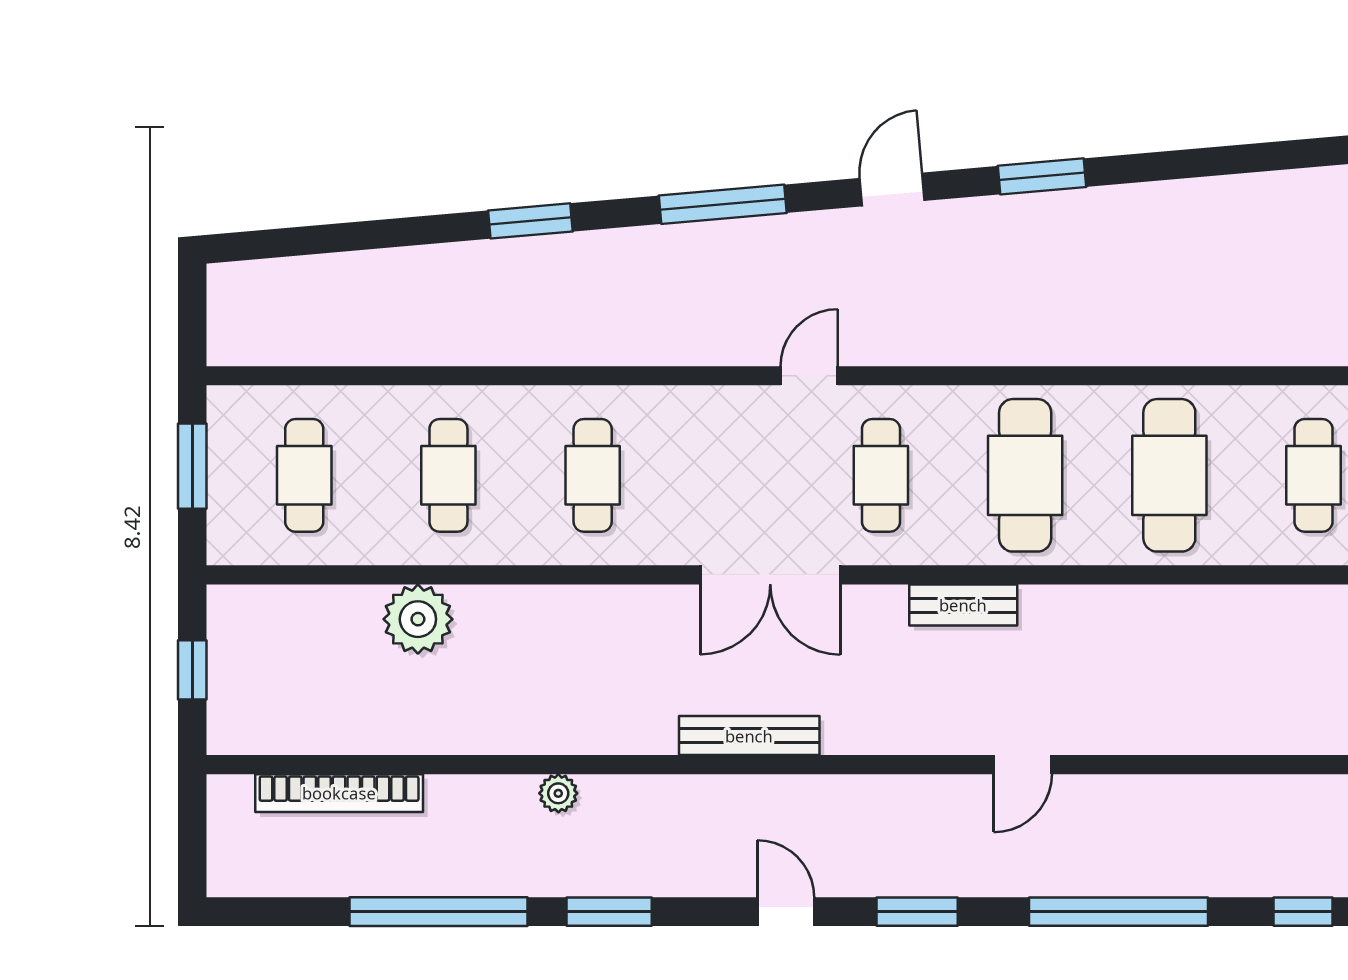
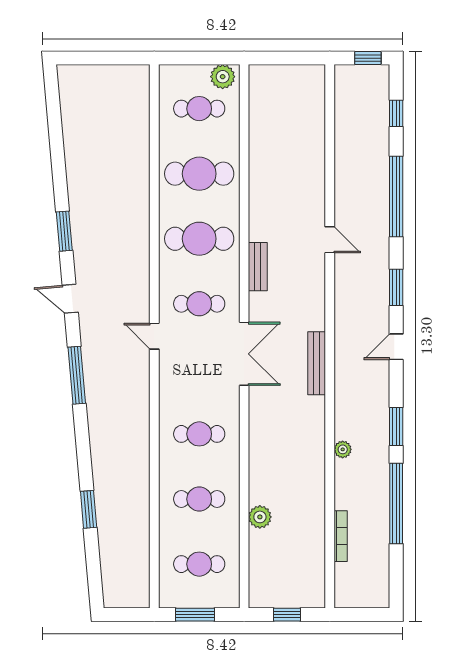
window: (530, 221) -> (89, 509), moved
plant: (418, 619) -> (260, 517), width x0.73, depth x0.73
bookcase: (339, 793) -> (341, 536), width x0.68, depth x0.76

